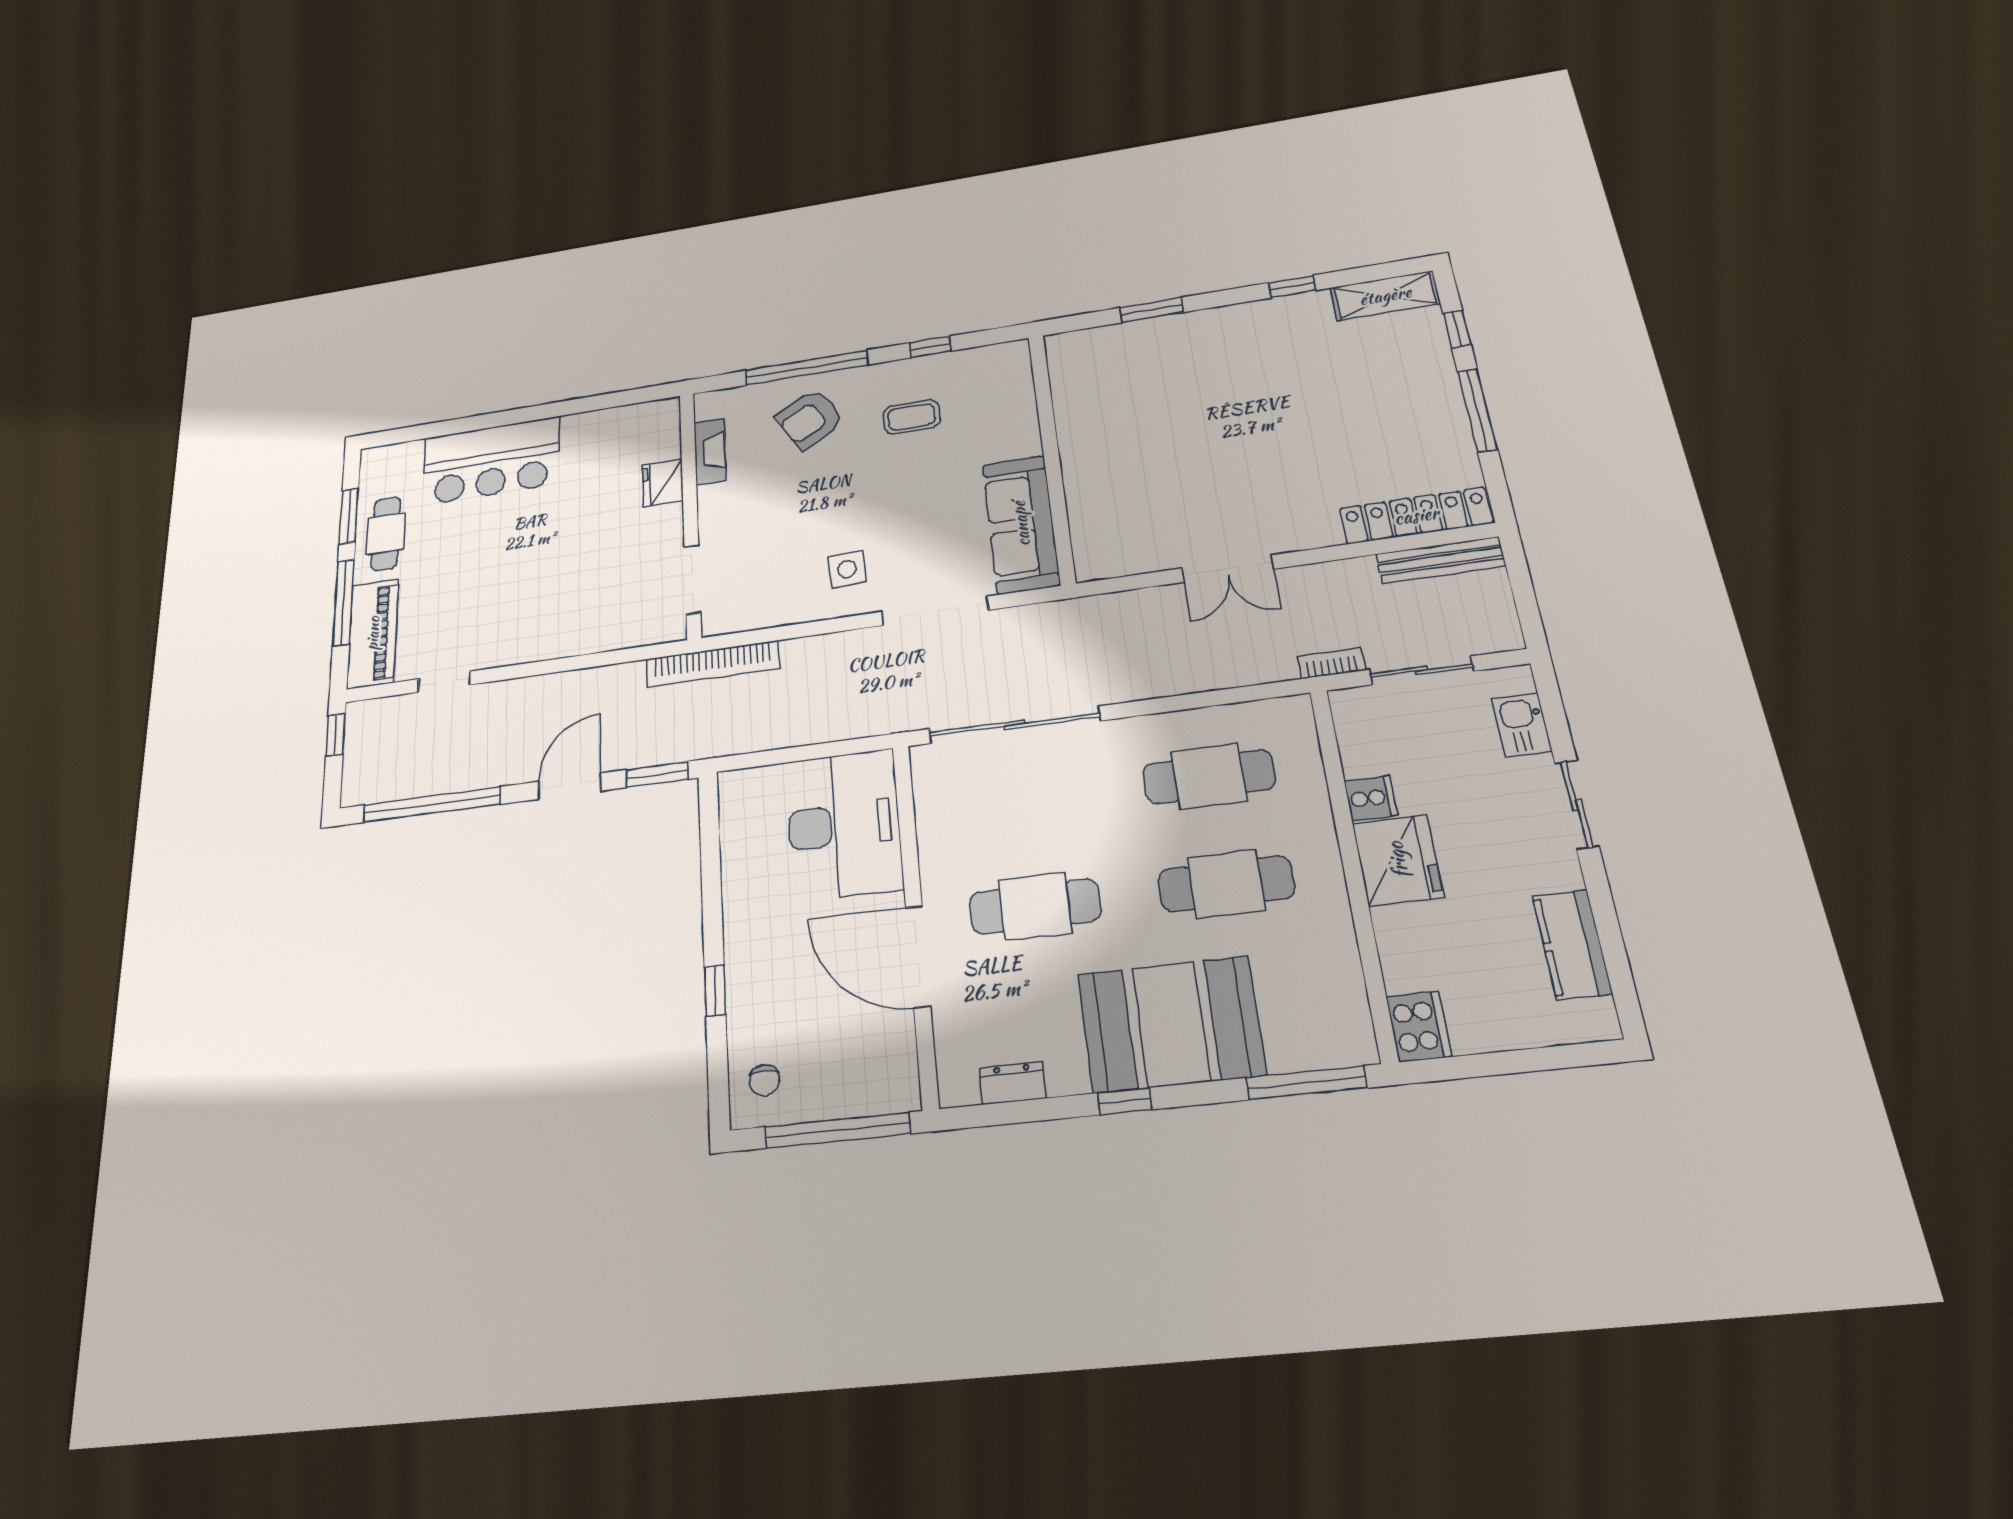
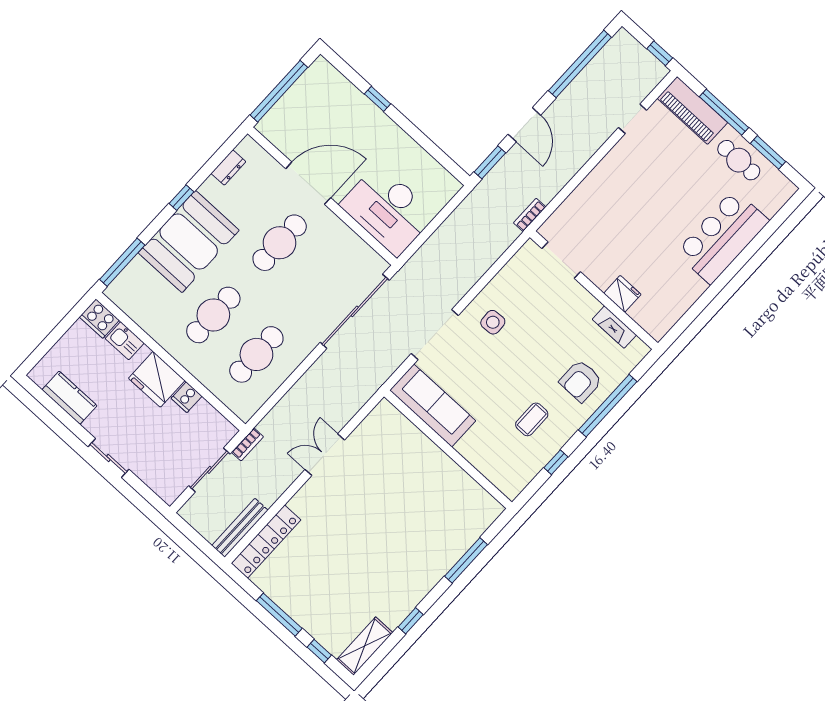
window: (1152, 310) -> (466, 560), width x1.44
armchair: (810, 419) -> (581, 381), turned -149
bookcase: (712, 664) -> (530, 215), width x0.43, depth x0.76
kitchen sink: (1522, 725) -> (125, 341), moved, turned 180
chair: (764, 1080) -> (325, 84), removed

